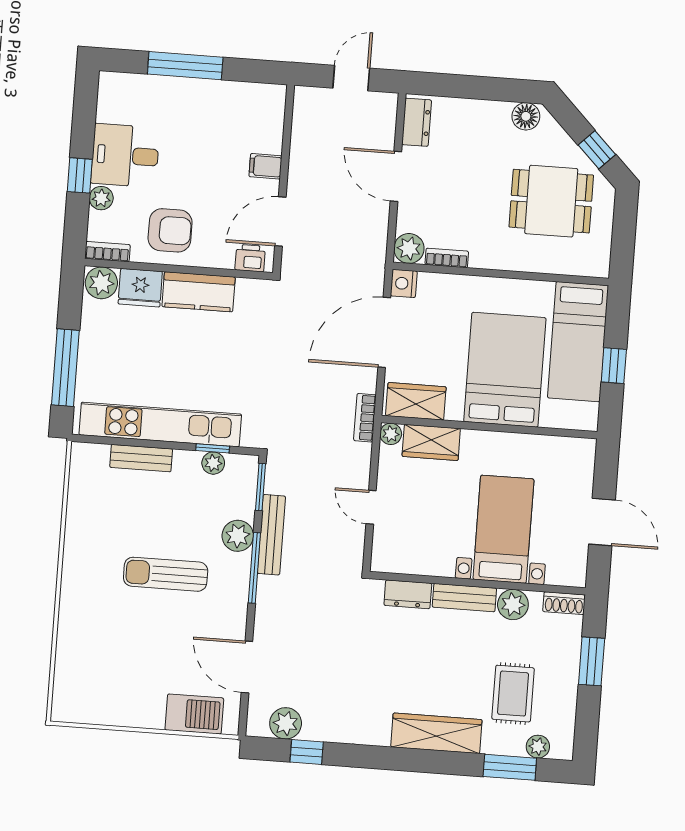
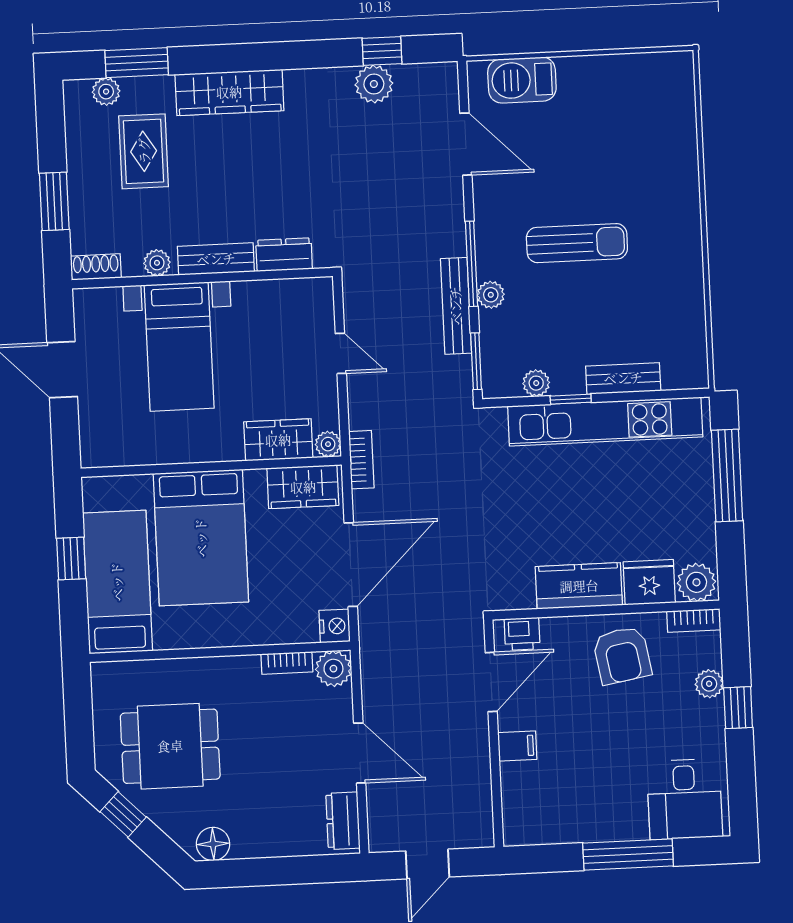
desk: (125, 155) -> (685, 799), moved, turned 90
armchair: (170, 230) -> (622, 655), turned -100
window: (213, 448) -> (571, 399), moved
plant: (238, 536) -> (491, 295), width x0.73, depth x0.73
plant: (513, 605) -> (157, 263), width x0.73, depth x0.73
plant: (286, 723) -> (374, 84), moved

